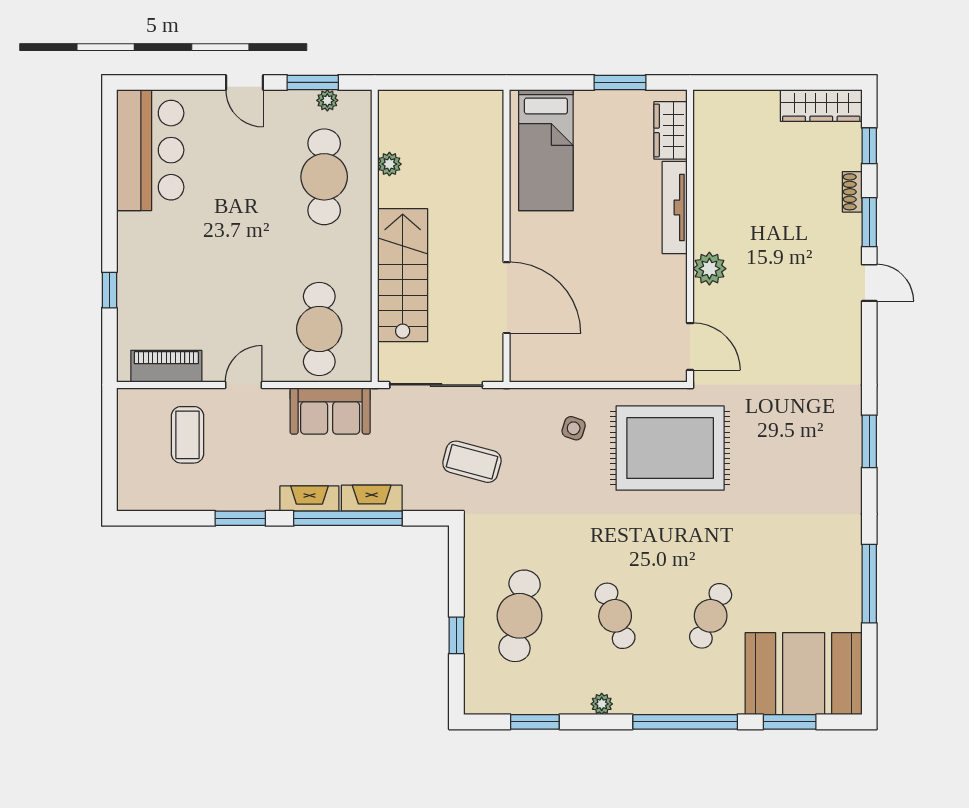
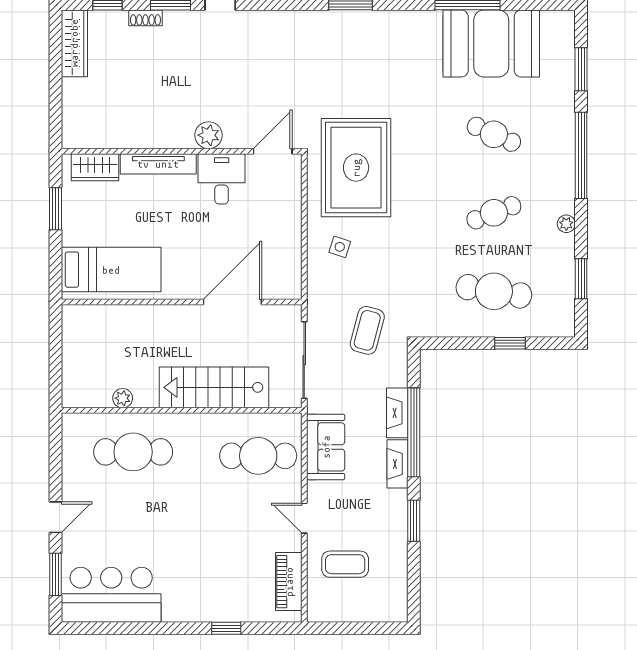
window: (313, 82) -> (56, 574), moved
plant: (327, 100) -> (70, 449), removed
desk: (656, 284) -> (222, 179), added
booth: (804, 674) -> (491, 43), moved, turned 90

